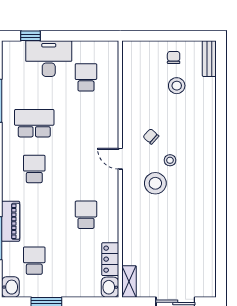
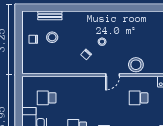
bench: (209, 59) -> (50, 15), moved
door: (120, 159) -> (113, 75), moved
stool: (155, 183) -> (136, 65), moved

